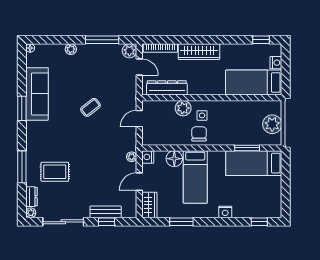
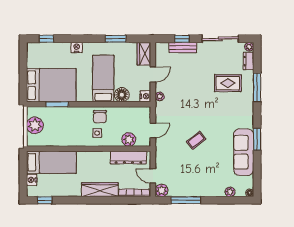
plant: (71, 49) -> (230, 192), moved
plant: (183, 108) -> (129, 140), moved
bed: (254, 163) -> (51, 85), width x1.50

